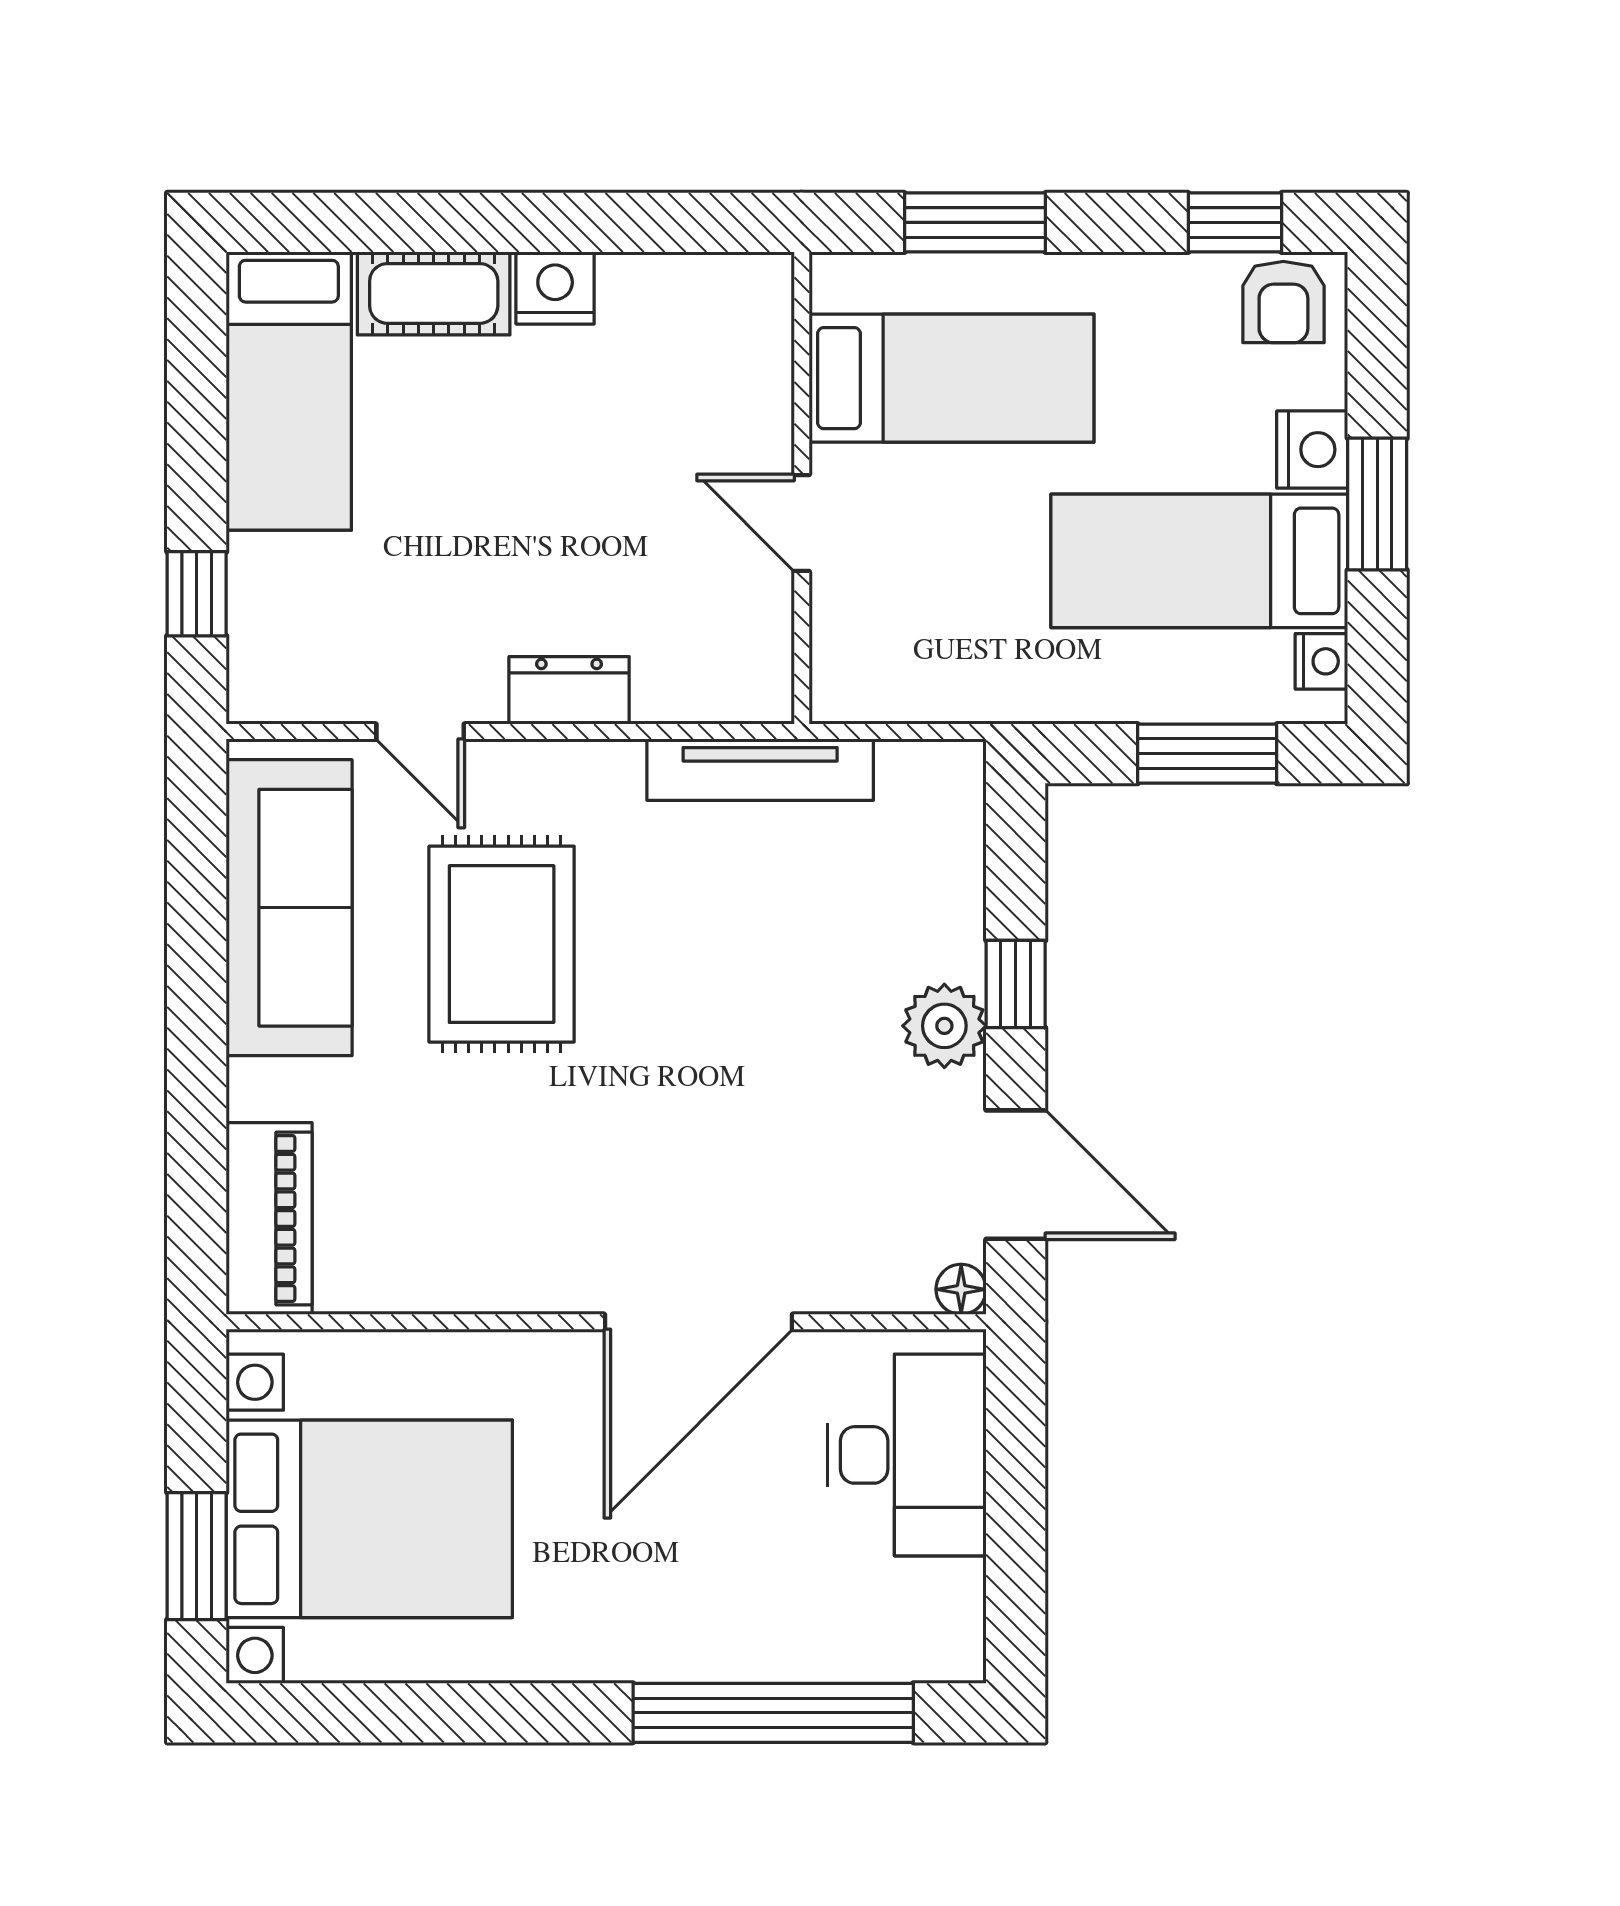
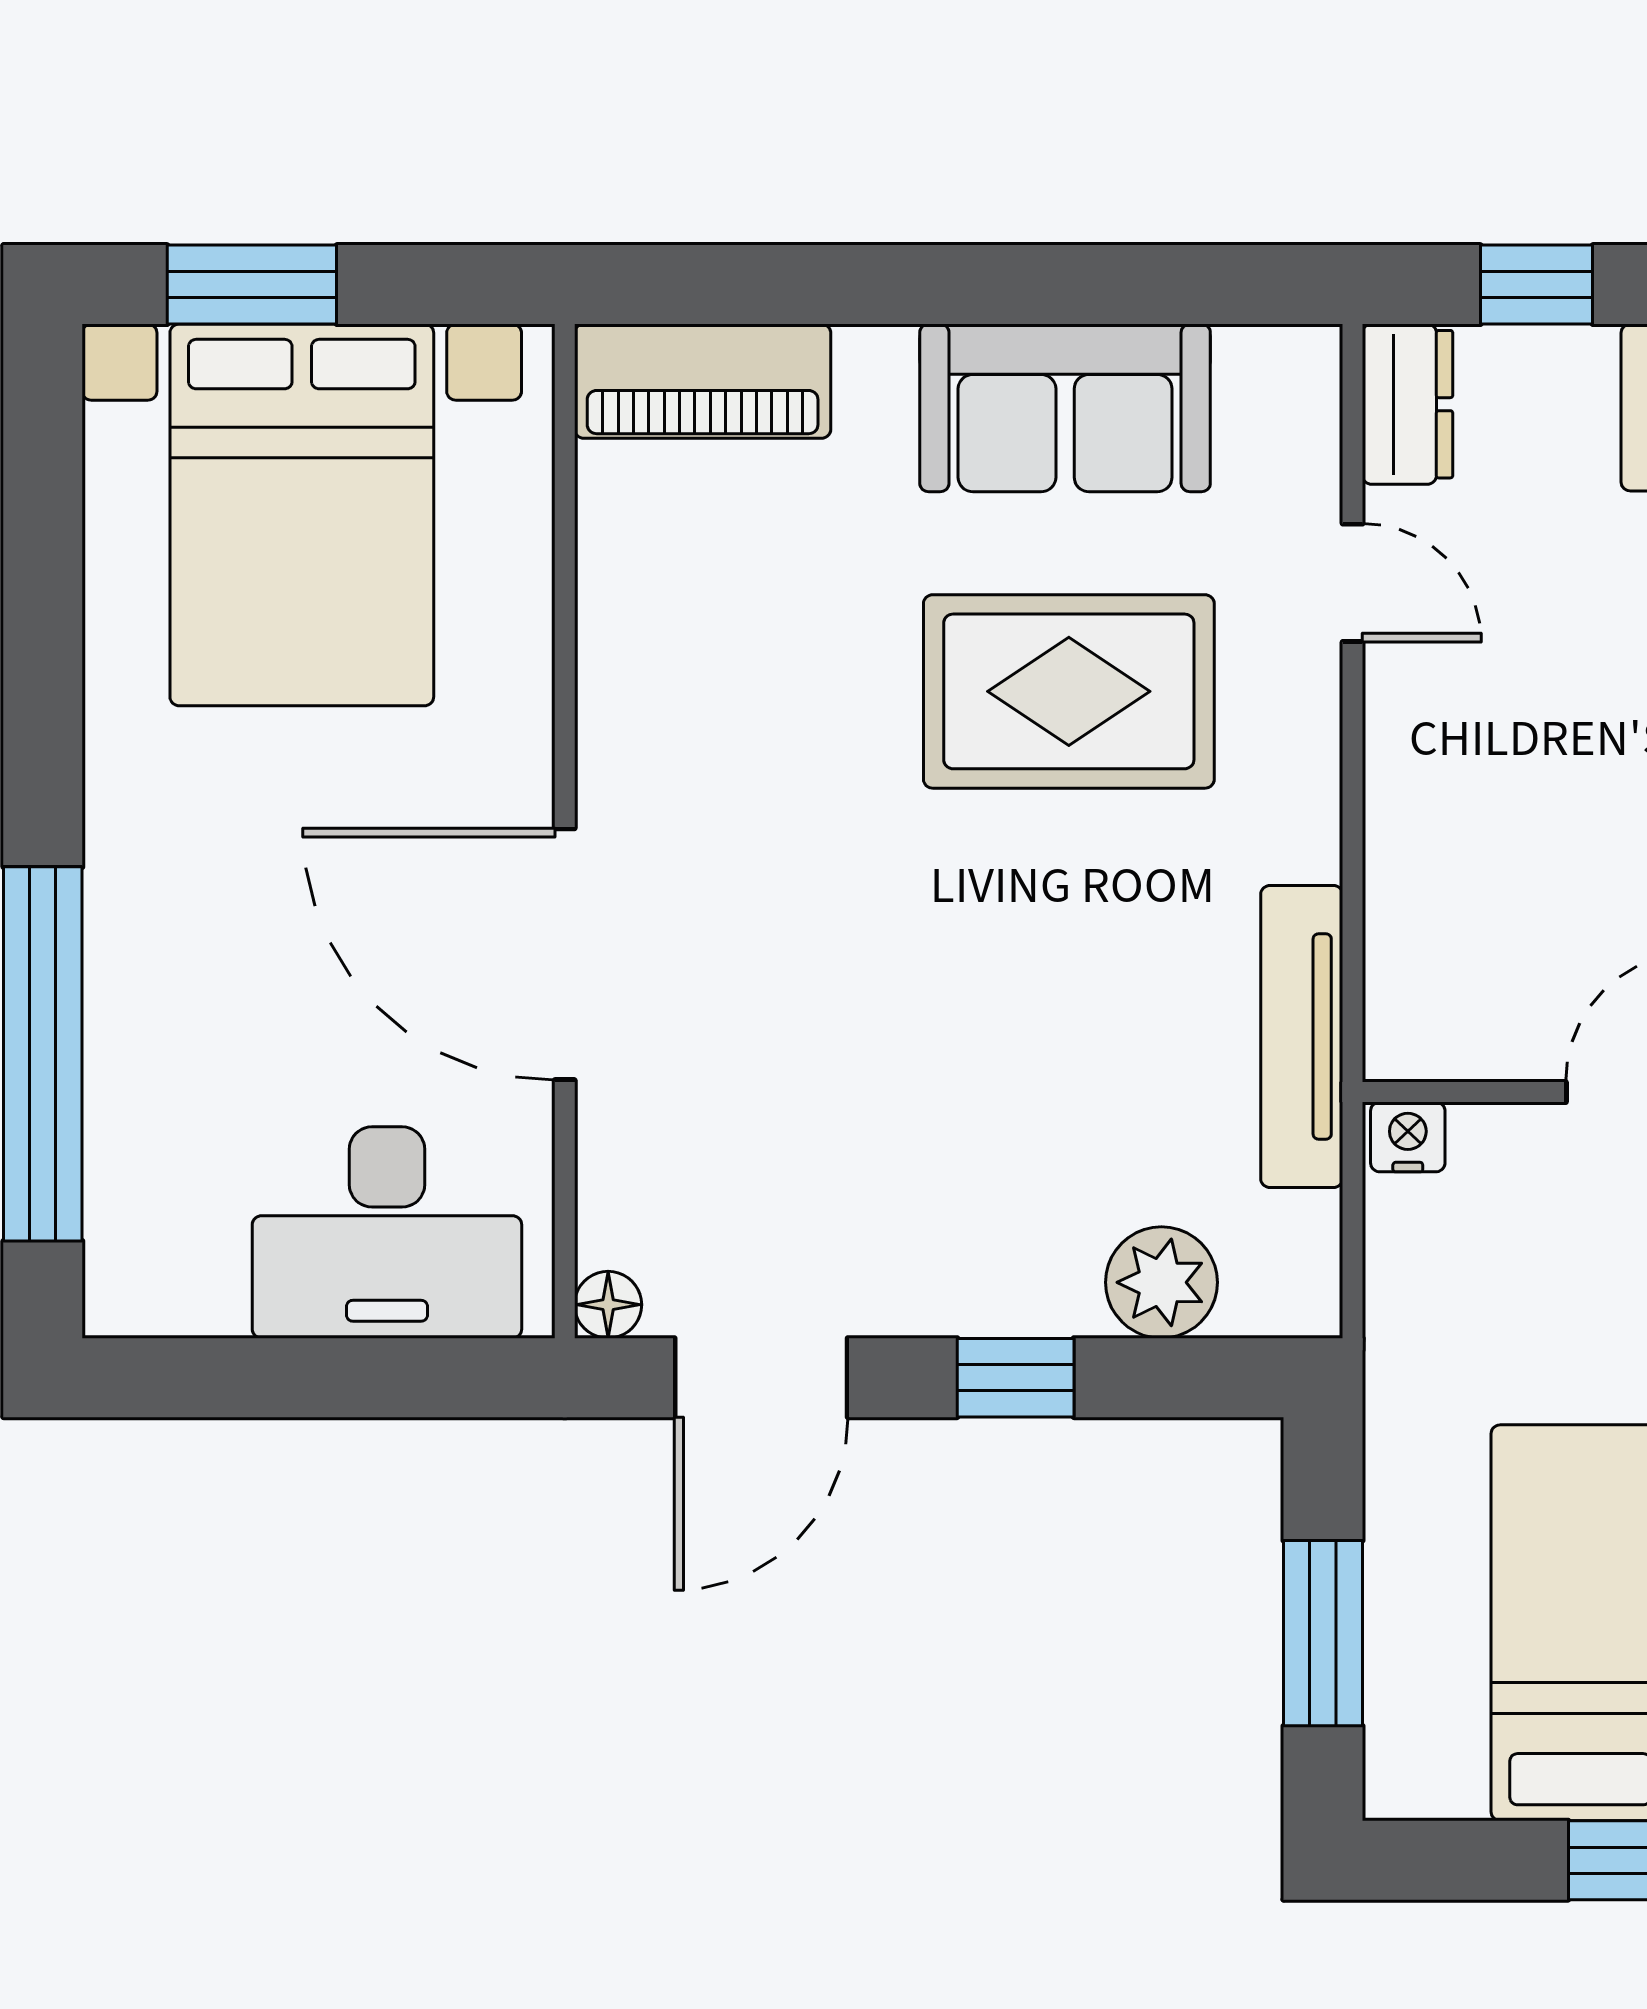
nightstand: (1321, 661) -> (1408, 1137), moved, turned 180
dresser: (569, 690) -> (1408, 404), moved
door: (420, 732) -> (1353, 583), swing flipped
sofa: (289, 908) -> (1065, 408), width x0.73
plant: (944, 1026) -> (1161, 1282), moved

